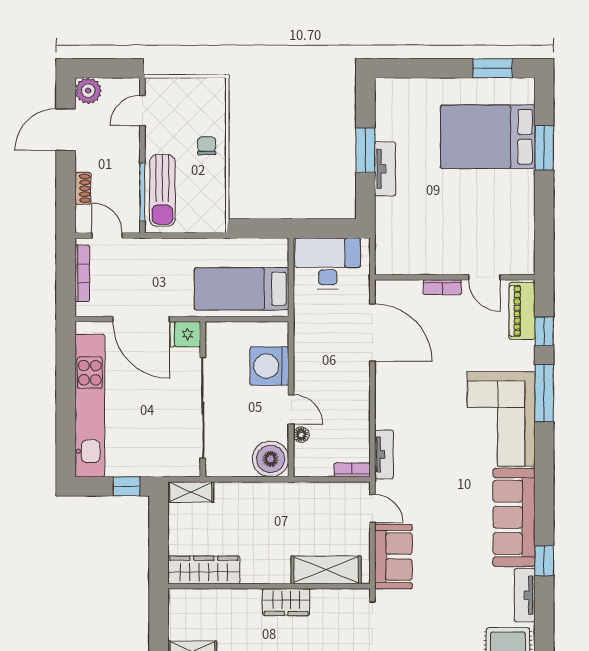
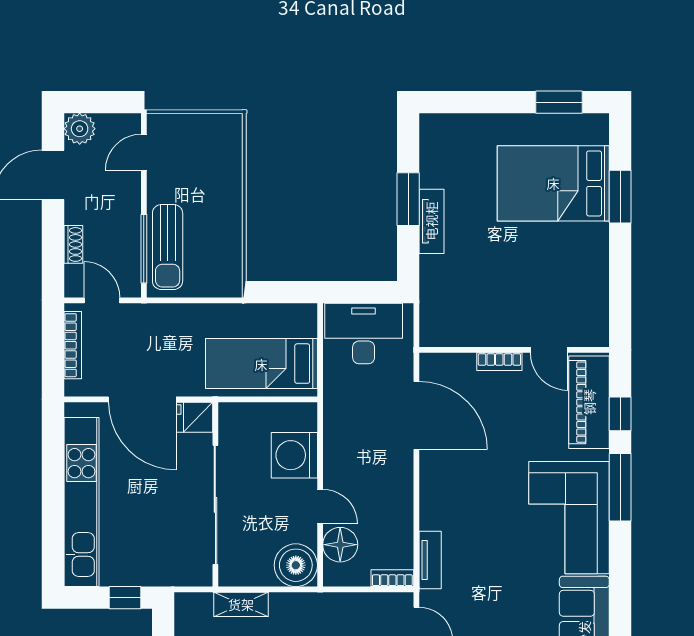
chair: (207, 146) -> (220, 194), removed
piano: (522, 311) -> (589, 402), width x1.37, depth x1.33
floor lamp: (301, 435) -> (340, 545), width x1.89, depth x1.89
shelving: (191, 492) -> (241, 604), moved

